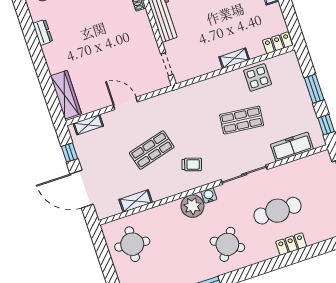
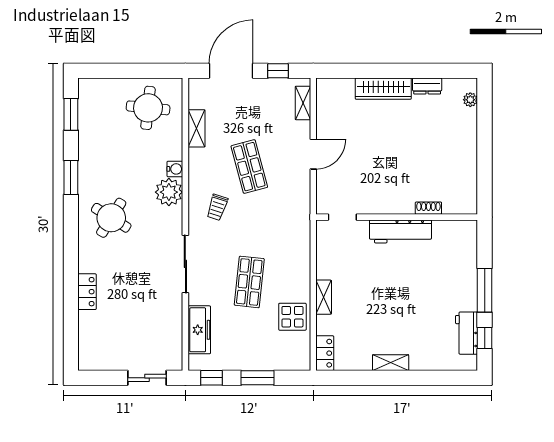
wardrobe: (66, 95) -> (383, 89), moved
water cooler: (209, 195) -> (175, 169), moved
cafe table: (277, 211) -> (131, 289), removed

